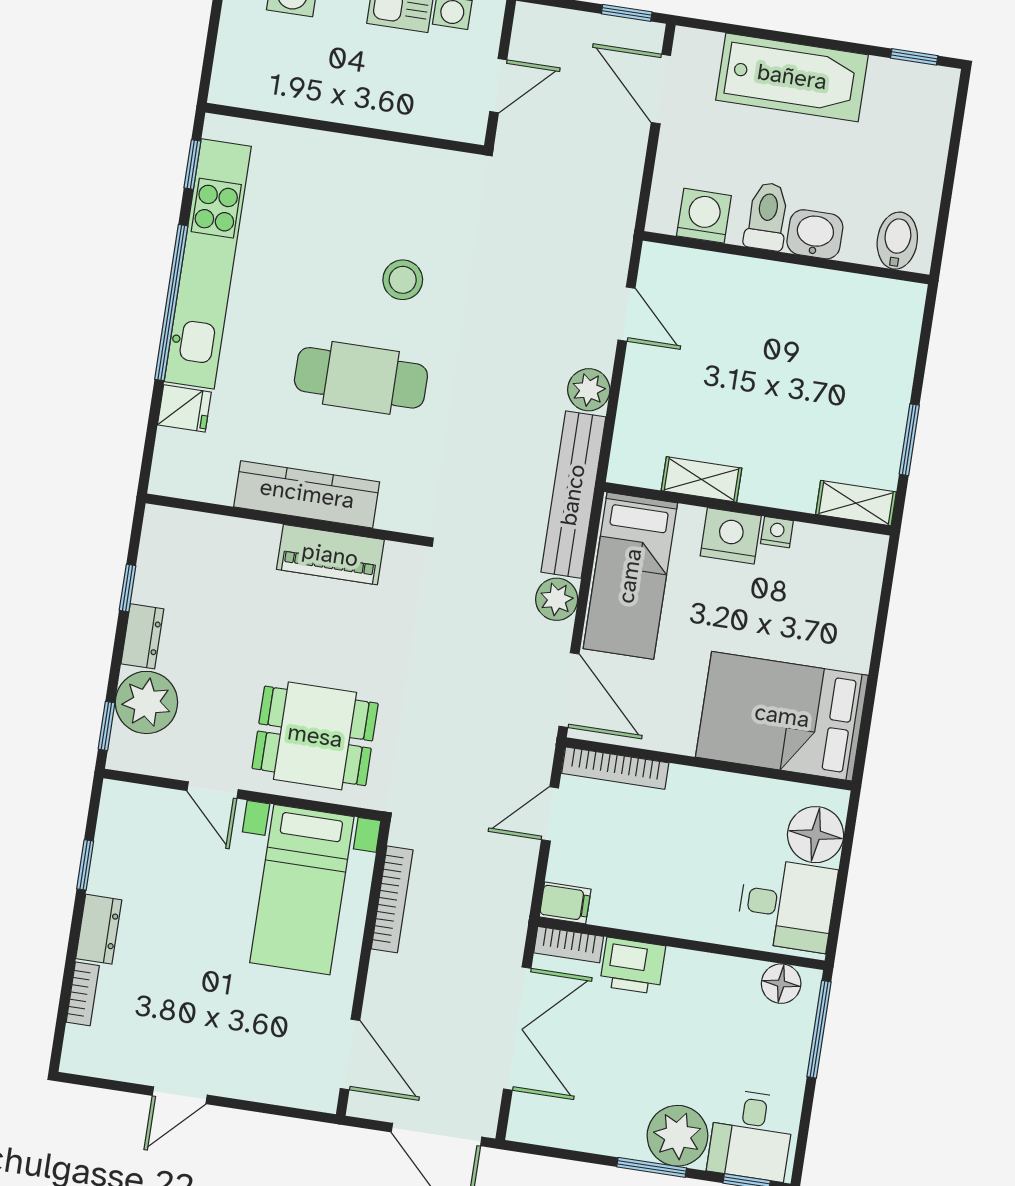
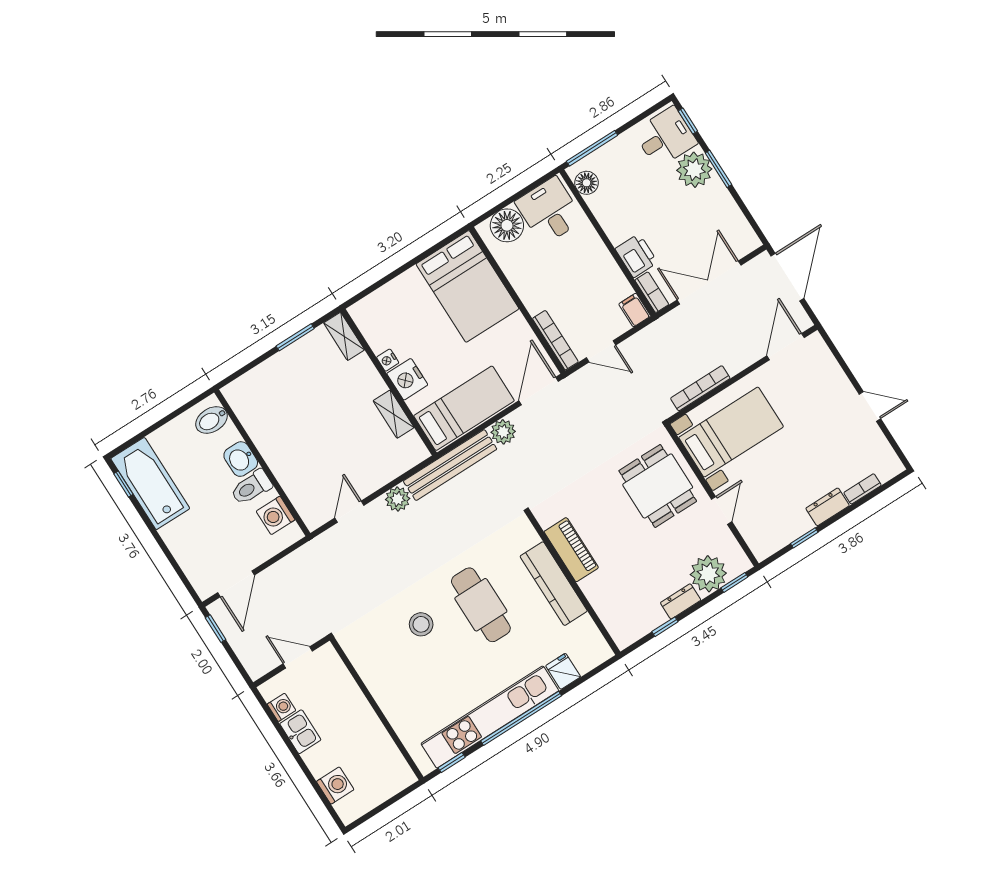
bathtub: (792, 77) -> (150, 484), moved

